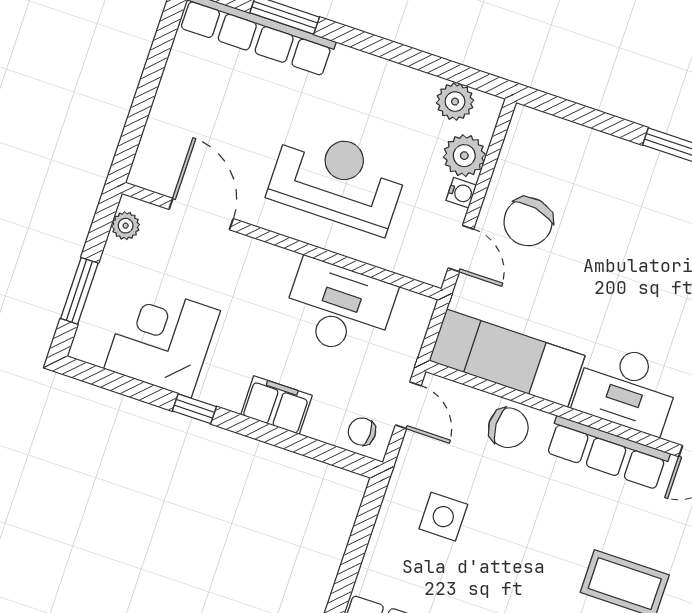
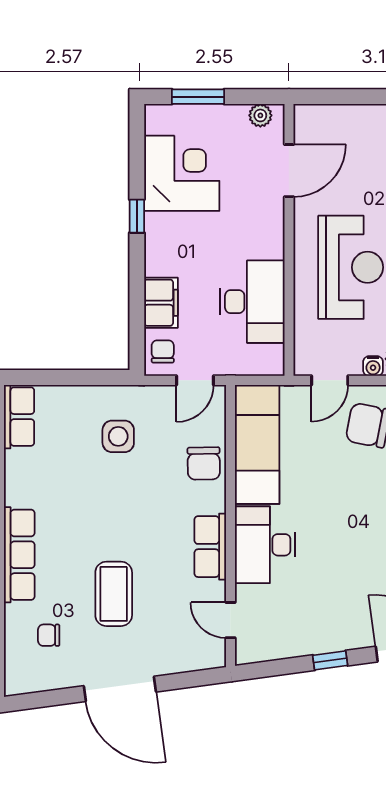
filing cabinet: (276, 405) -> (161, 303), moved
row of seats: (608, 453) -> (210, 547), width x0.68

